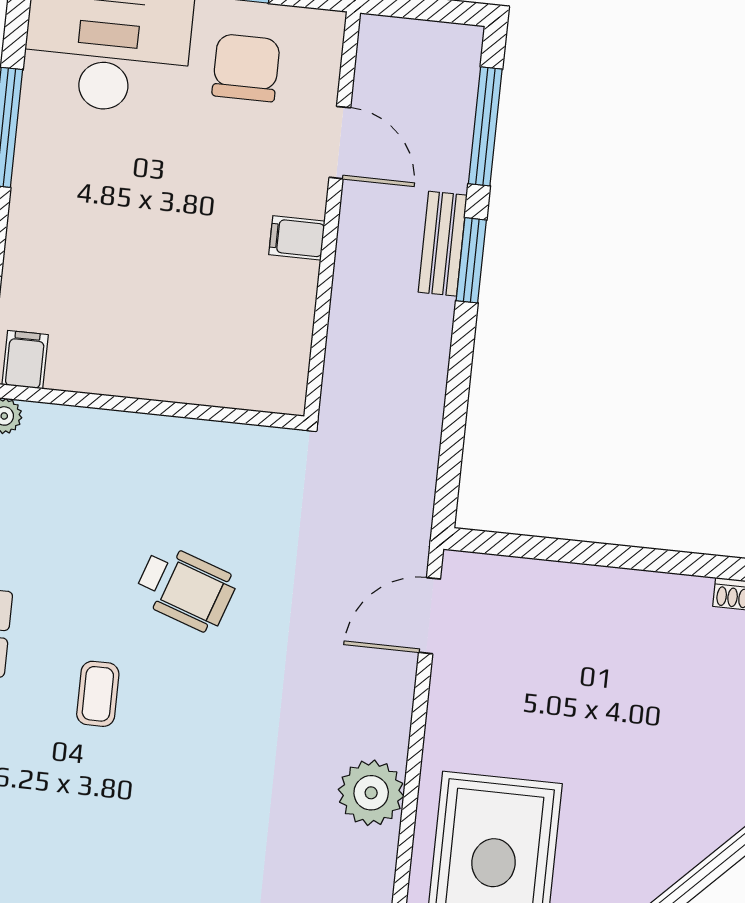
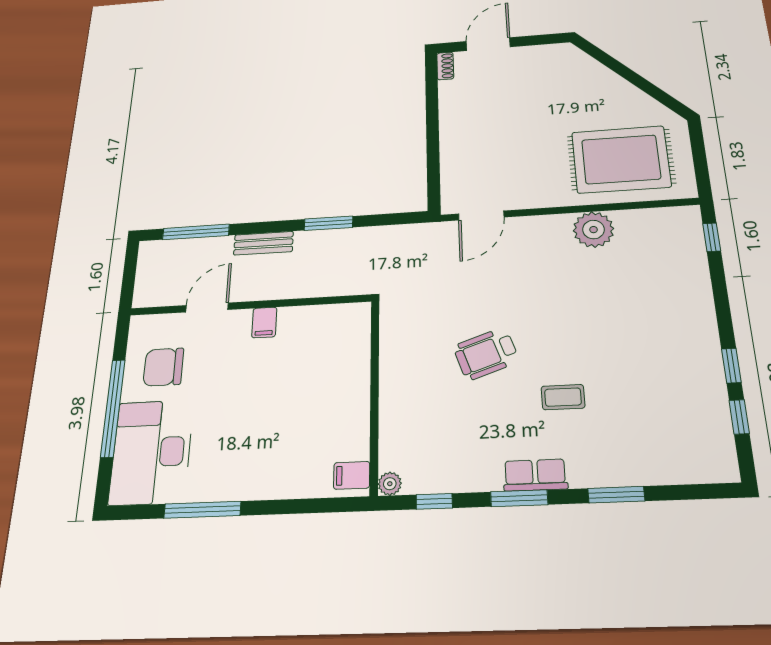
window: (471, 260) -> (329, 223), moved
wheelchair: (186, 588) -> (486, 354), turned -128
door: (430, 616) -> (481, 215), hinge flipped

